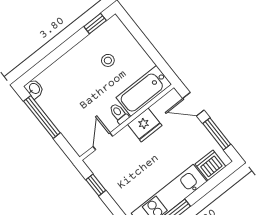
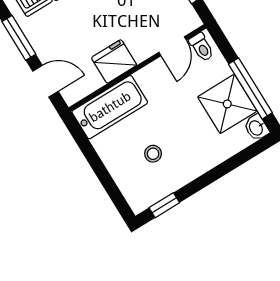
shower: (58, 104) -> (227, 104), added
toilet: (119, 114) -> (202, 47), moved

